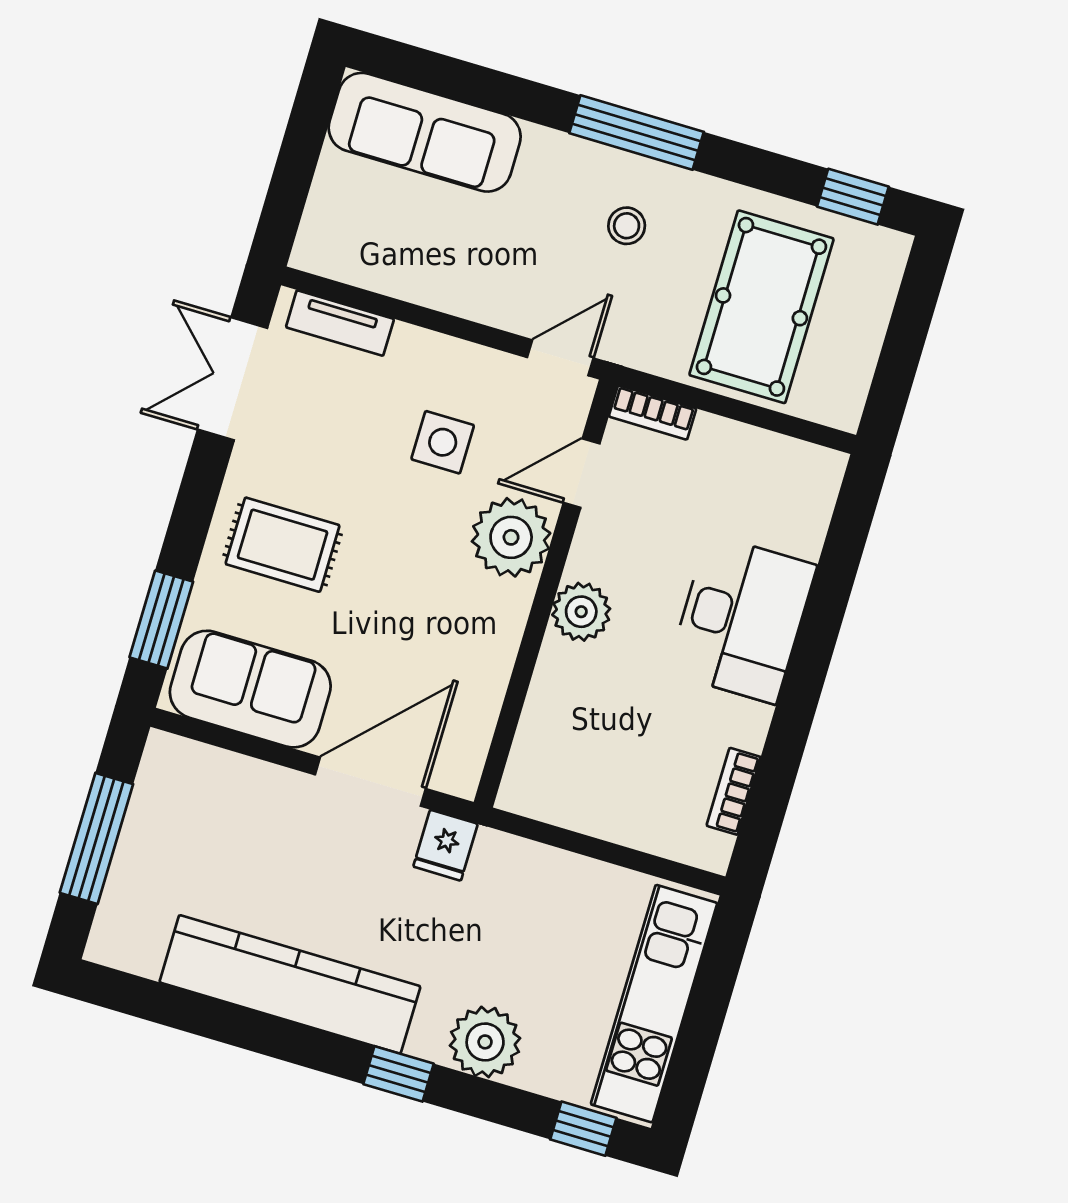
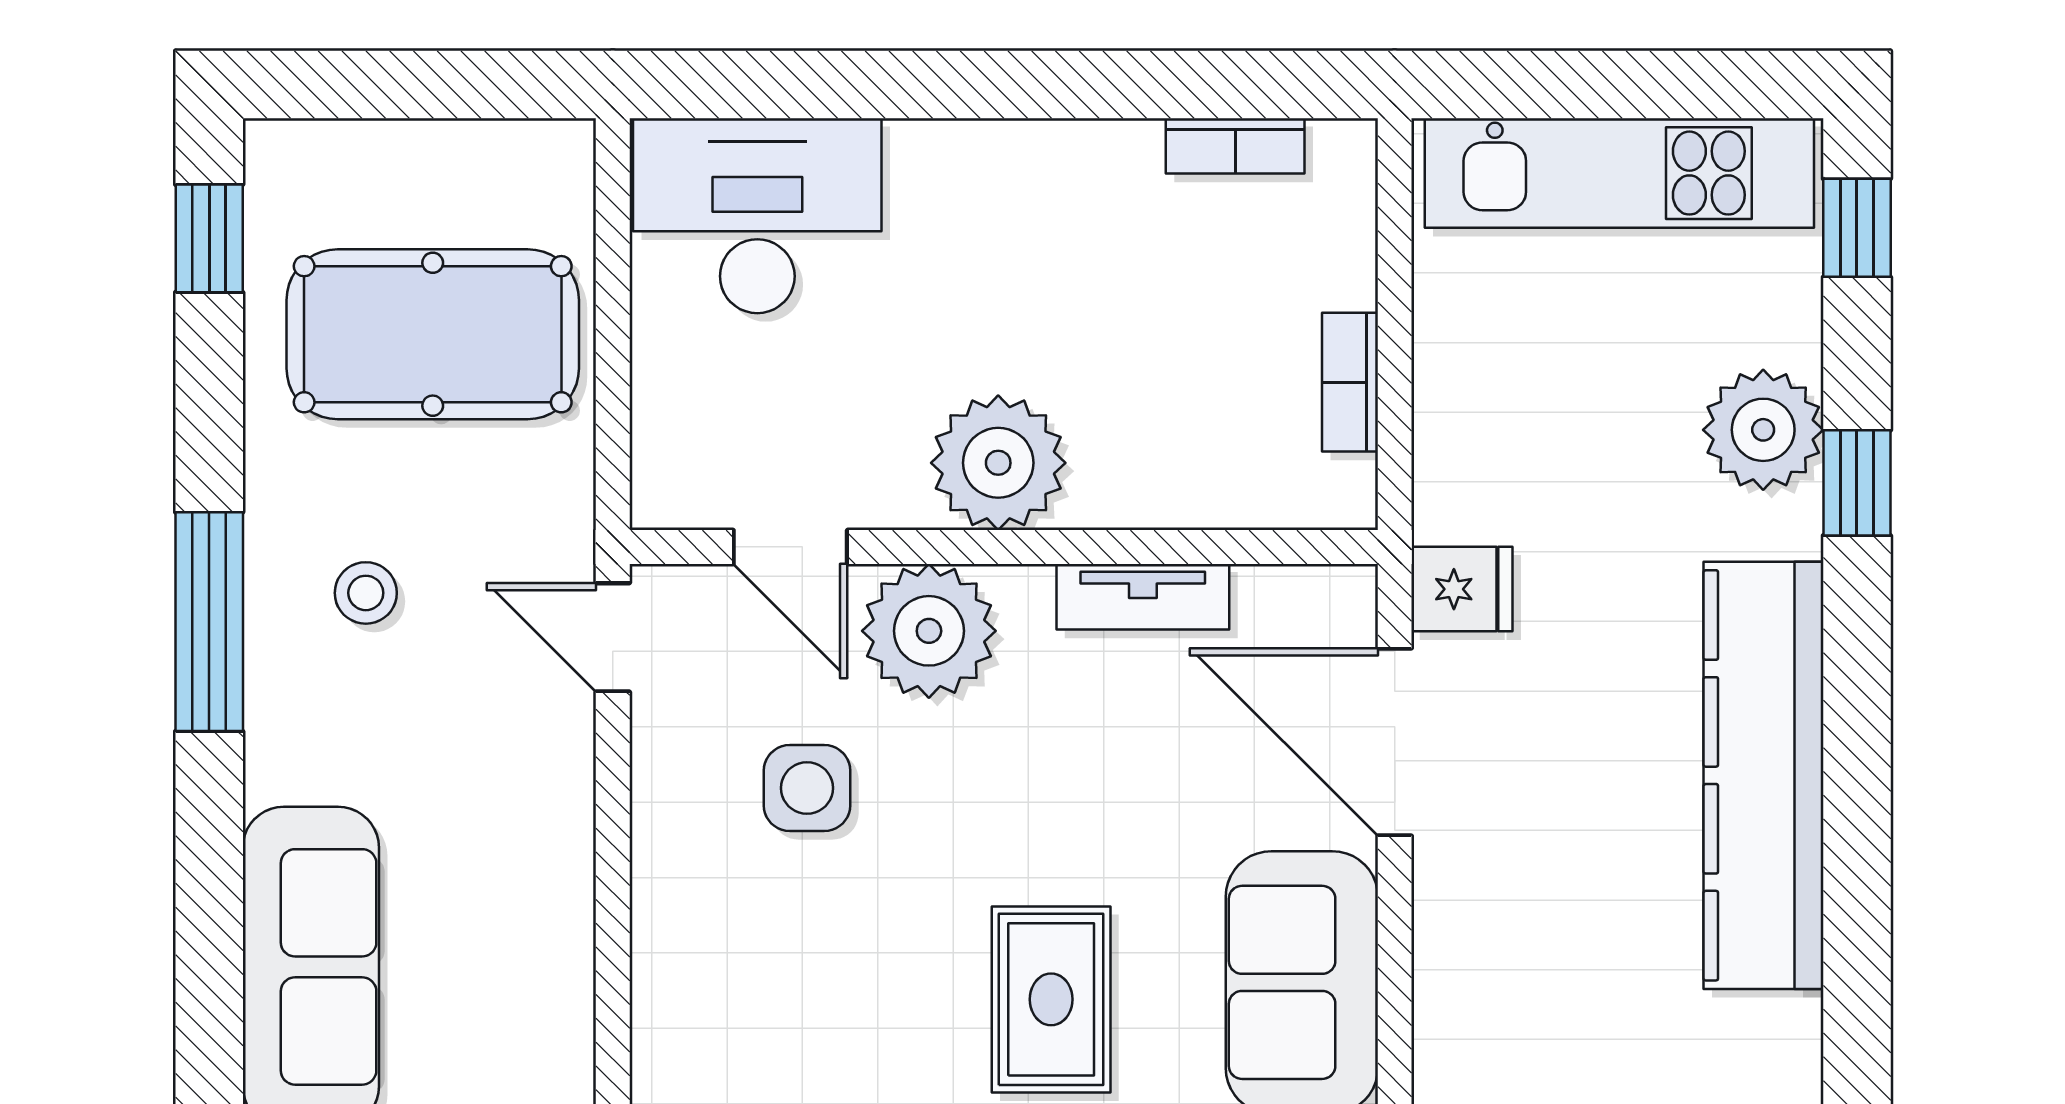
tv unit: (340, 323) -> (1143, 597), moved, turned 90
bookcase: (653, 412) -> (1350, 382), moved, turned 180
plant: (581, 612) -> (998, 463), width x1.36, depth x1.36
desk: (742, 619) -> (757, 216), moved
window: (399, 1074) -> (1857, 483), moved

